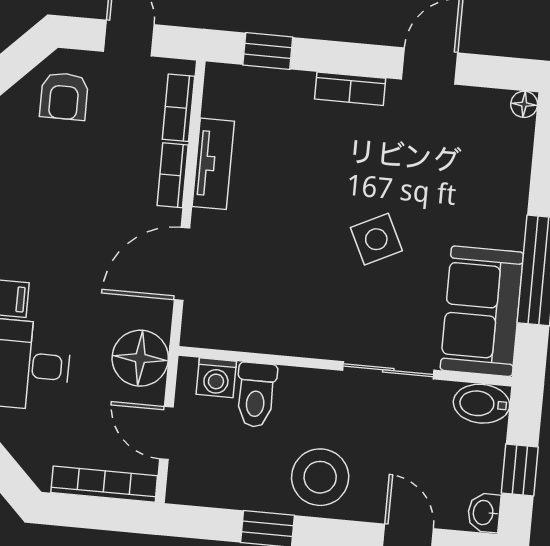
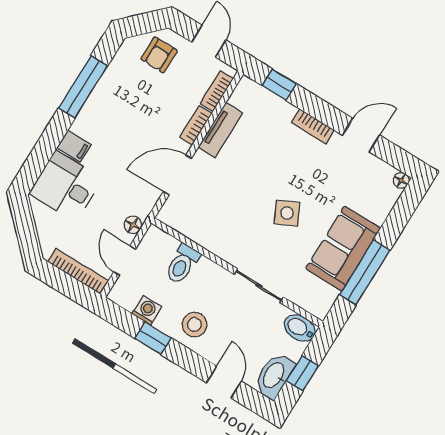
sofa: (482, 311) -> (343, 248), moved
floor lamp: (140, 358) -> (133, 225), width x0.53, depth x0.53
washing machine: (216, 378) -> (147, 310), moved, turned 180
stool: (320, 477) -> (195, 325), width x0.73, depth x0.73
washbasin: (484, 513) -> (274, 376), width x1.91, depth x1.45

